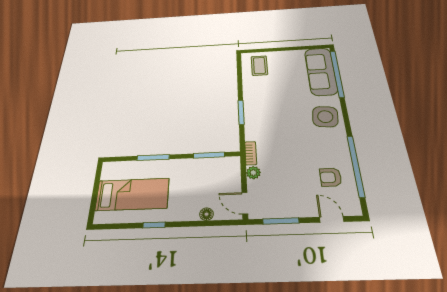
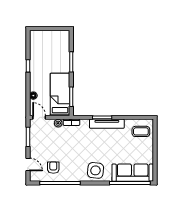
tv unit: (250, 106) -> (107, 124), added
bed: (132, 194) -> (60, 95), moved, turned 180
door: (245, 203) -> (39, 117), hinge flipped
door: (332, 219) -> (28, 164), hinge flipped

